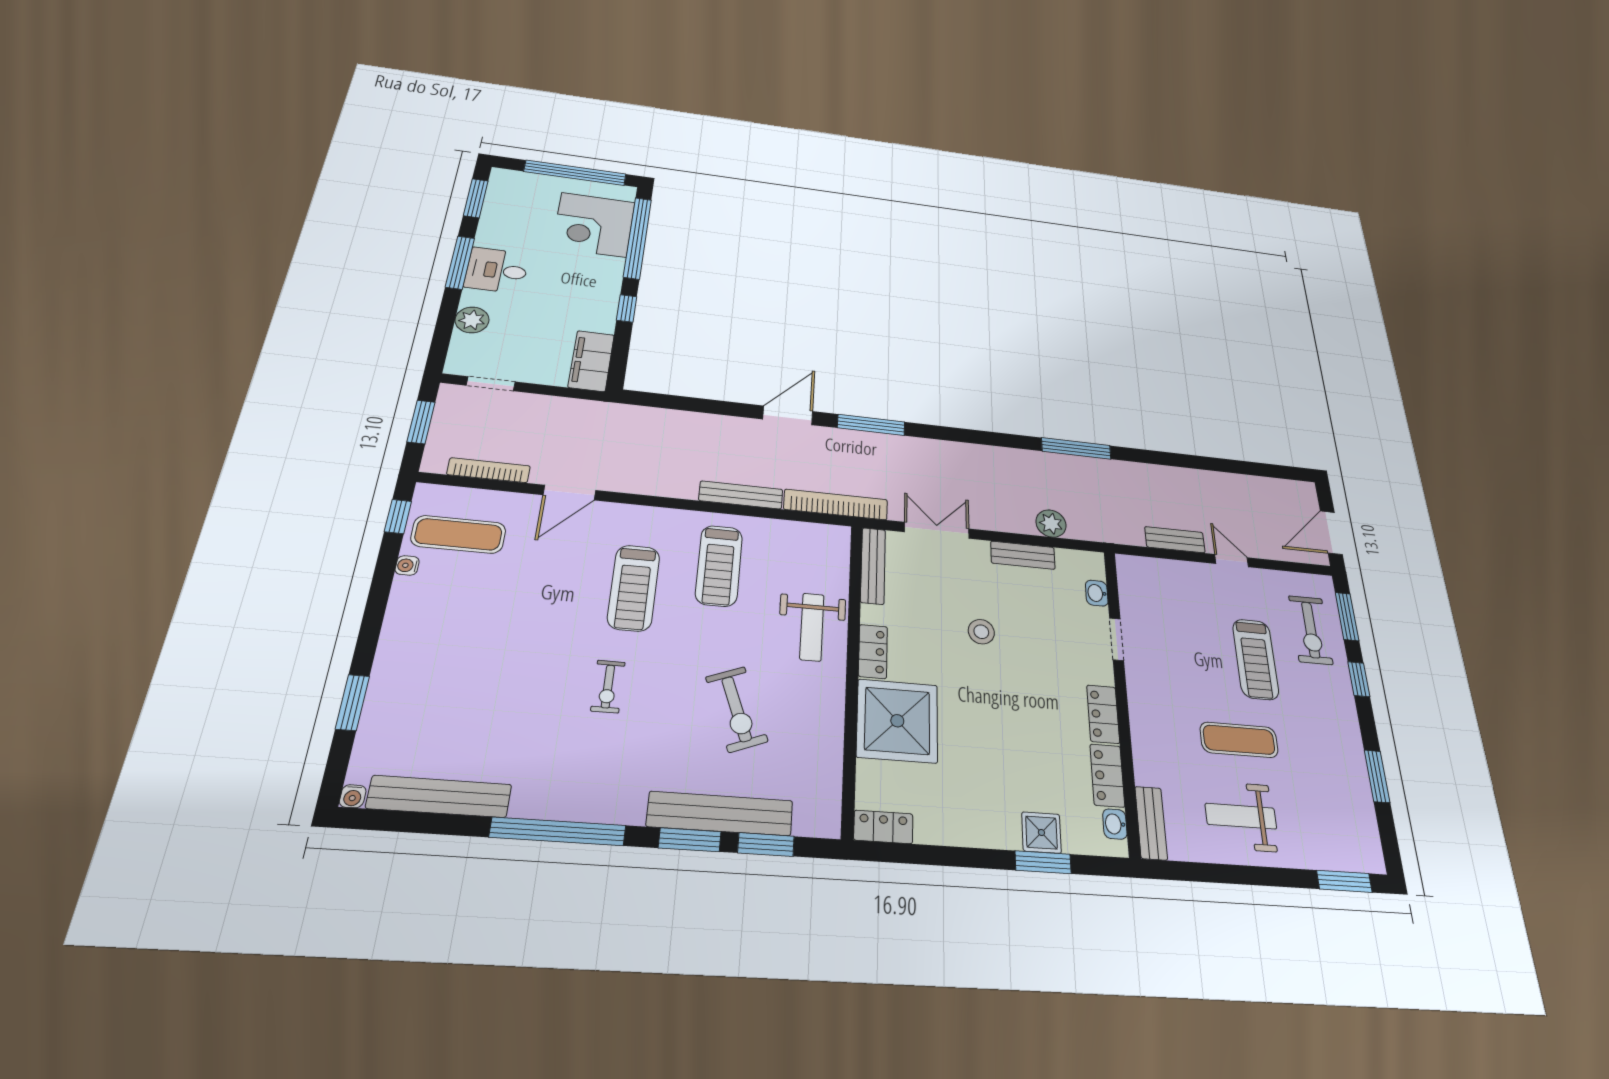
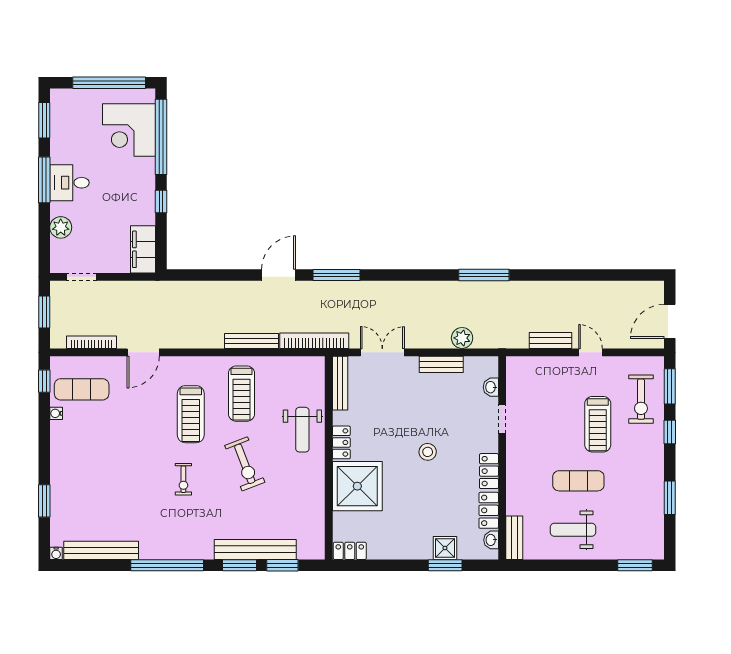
stool: (981, 632) -> (428, 452), moved
exercise bike: (737, 709) -> (245, 464), moved

